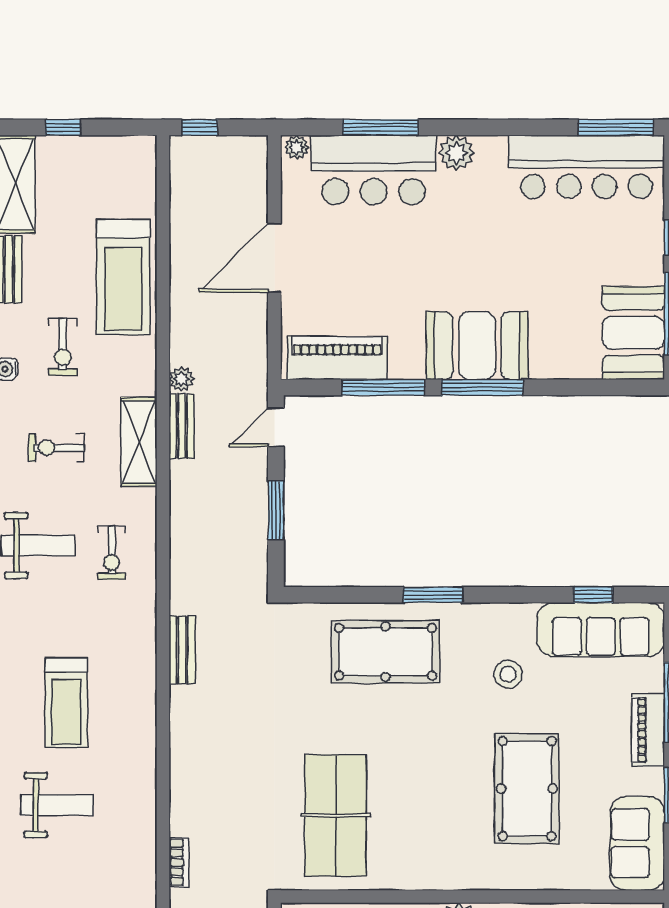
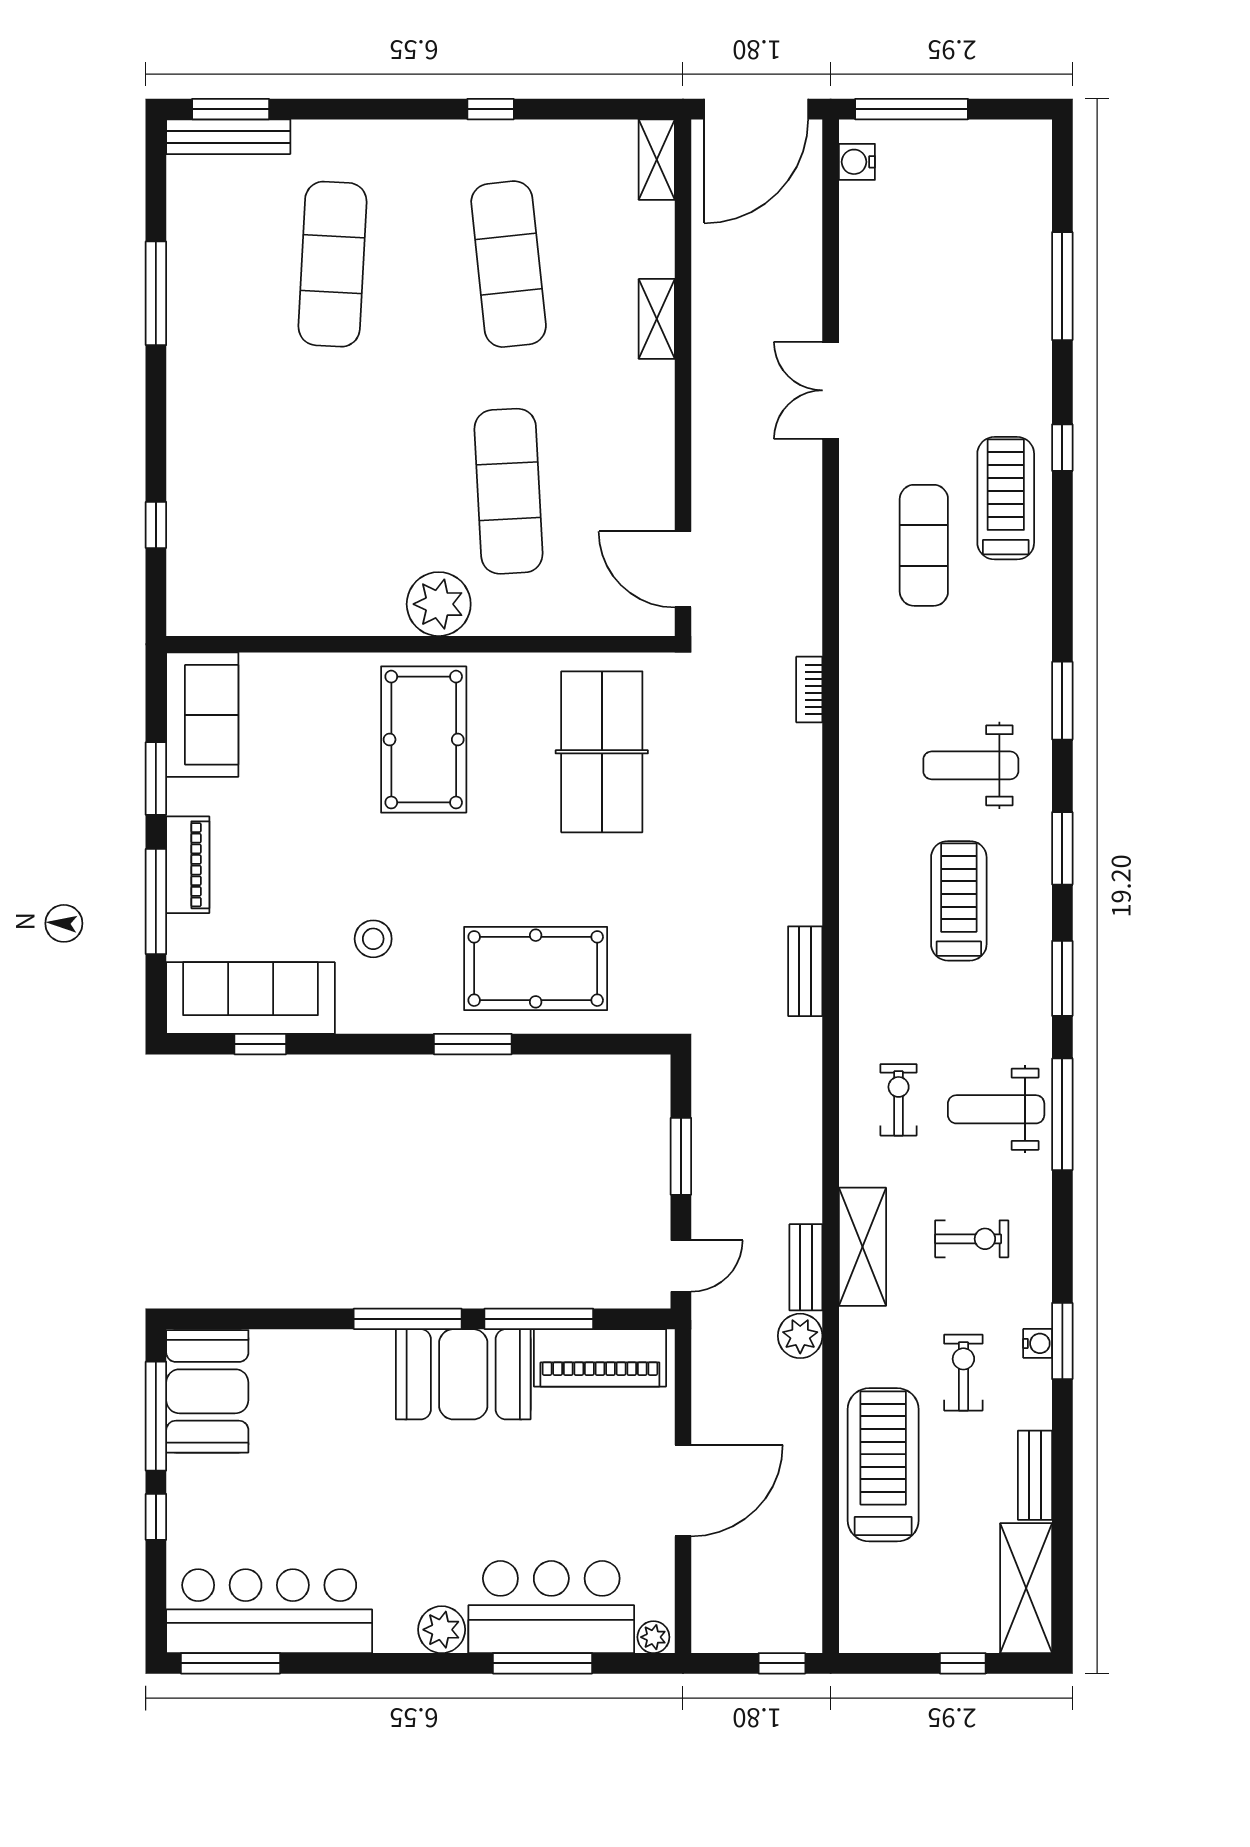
booth: (477, 346) -> (463, 1374), moved
plant: (181, 379) -> (800, 1336), width x1.38, depth x1.38
pool table: (527, 789) -> (424, 740), moved

